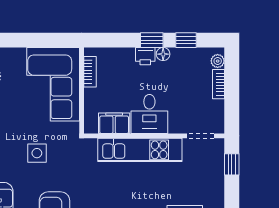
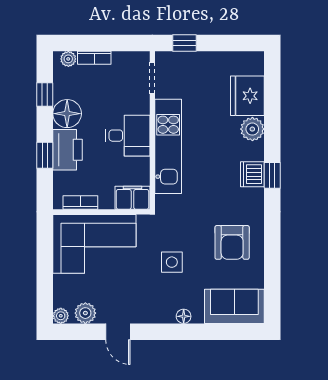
window: (152, 40) -> (45, 155), moved
floor lamp: (163, 54) -> (67, 114), width x1.89, depth x1.89
printer: (145, 56) -> (68, 150), width x1.87, depth x1.48
filing cabinet: (114, 123) -> (132, 198), moved, turned 90

